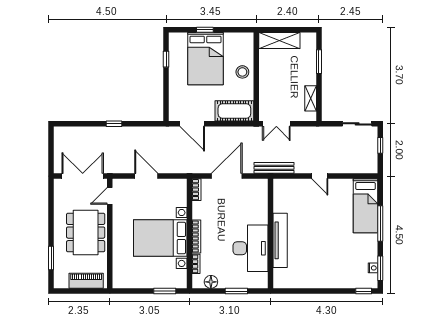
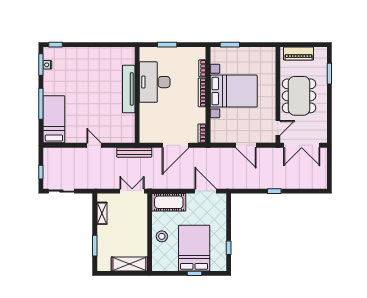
floor lamp: (211, 282) -> (189, 53), removed

